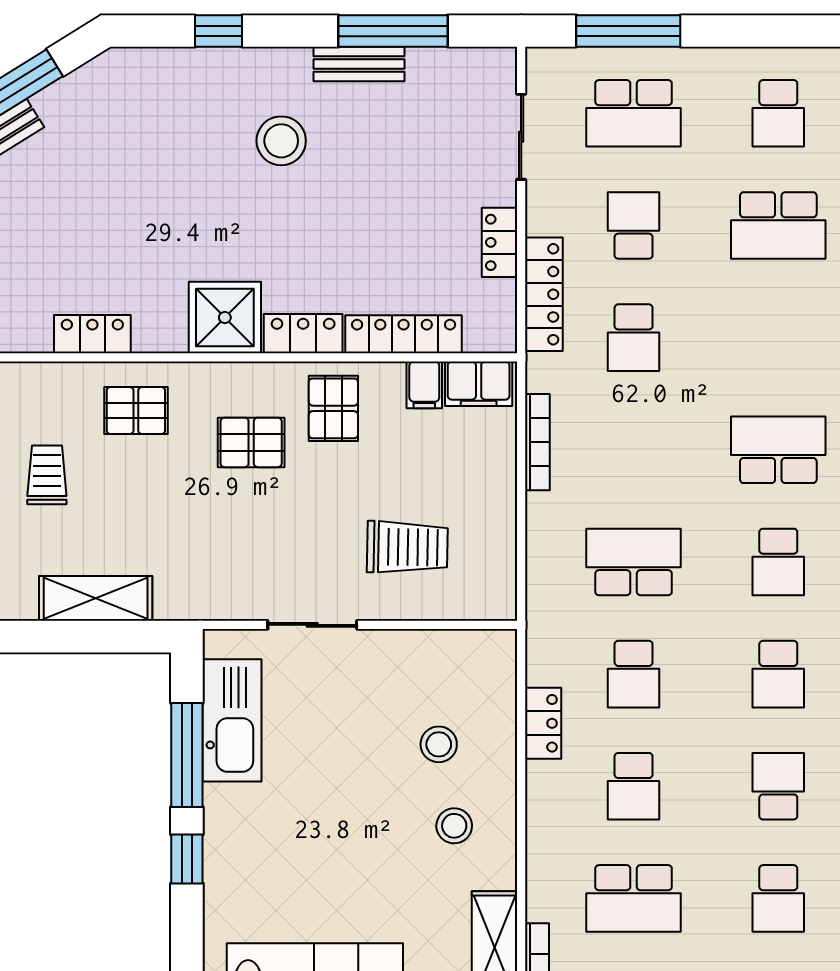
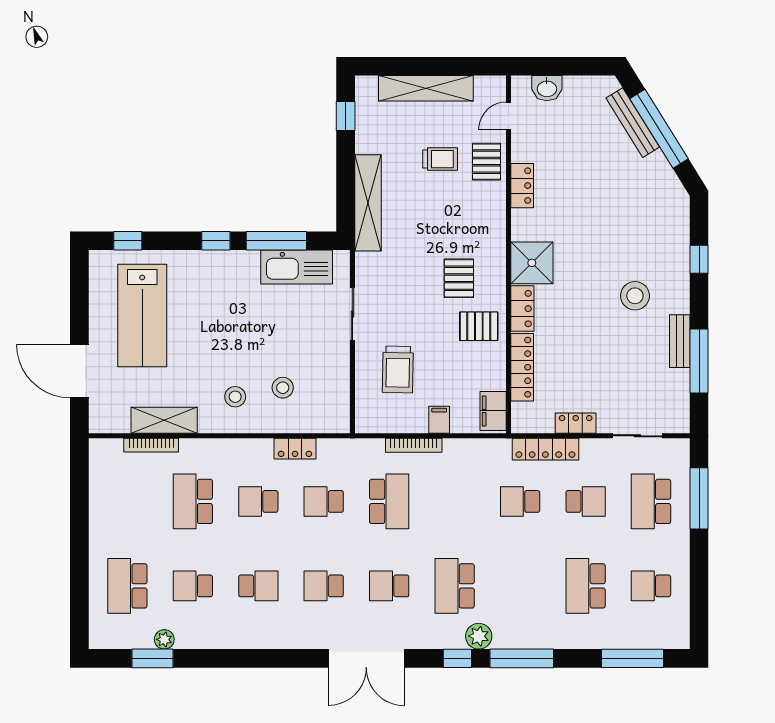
filing cabinet: (424, 385) -> (439, 420), moved, turned 90
pallet: (136, 411) -> (486, 162), moved
bookcase: (537, 442) -> (414, 445), moved
school desk: (778, 450) -> (455, 586), turned 180
shelving: (96, 598) -> (368, 203), width x1.47

